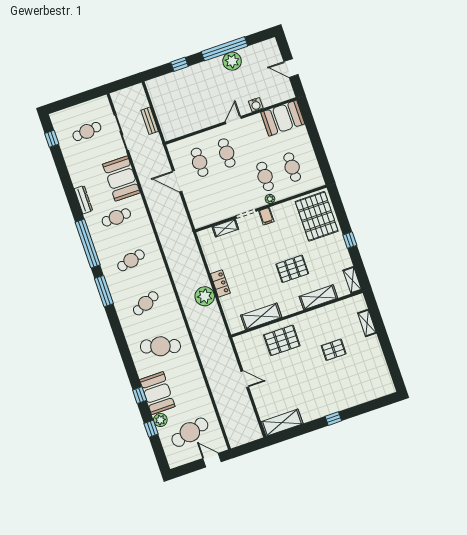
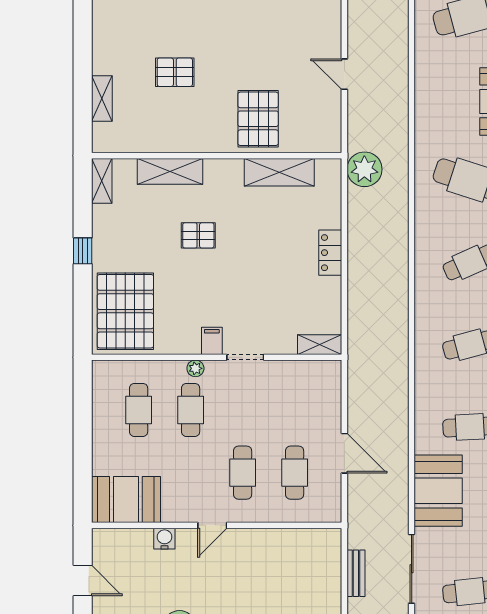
shelving: (225, 228) -> (320, 345), moved
pallet: (292, 269) -> (198, 235), width x0.67, depth x0.71
plant: (205, 296) -> (364, 169), moved
pallet: (282, 340) -> (258, 119), turned 90

